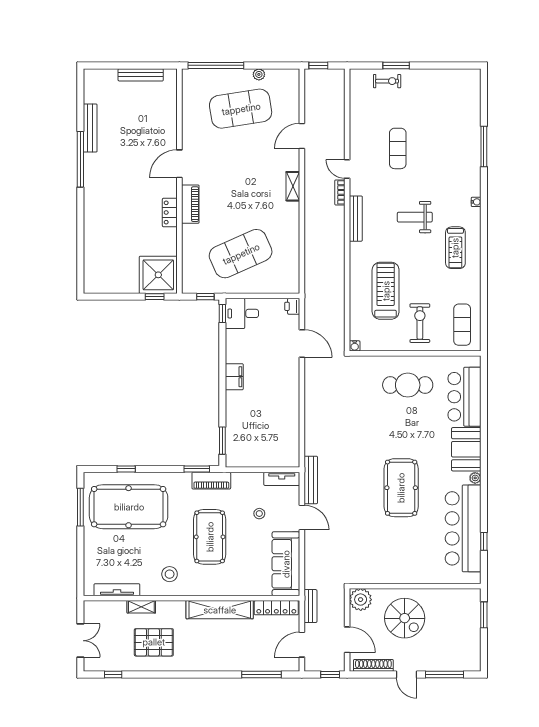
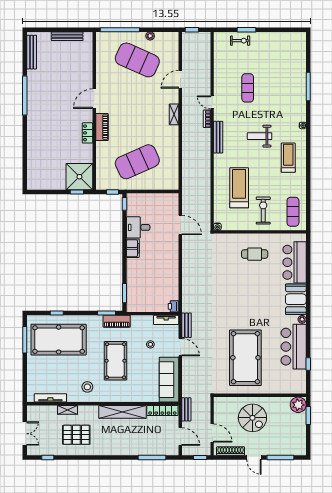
exercise mat: (241, 109) -> (137, 60), turned 33
bench: (90, 128) -> (32, 52), moved
treadmill: (455, 248) -> (288, 158), turned 180
printer: (292, 306) -> (173, 306), moved
desk: (242, 313) -> (138, 227), moved
cafe table: (408, 385) -> (255, 254), width x0.73, depth x0.74
bench: (311, 480) -> (187, 325), width x0.73
pool table: (401, 488) -> (245, 358), moved, width x1.36, depth x1.32
bar counter: (463, 528) -> (294, 347), width x0.73
plant: (361, 600) -> (298, 405), moved
door: (302, 645) -> (180, 436), swing flipped

